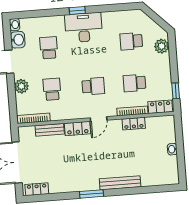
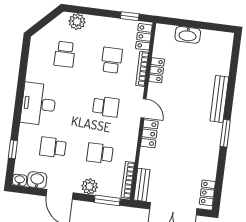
window: (77, 11) -> (13, 149), moved
school desk: (134, 83) -> (112, 60), turned 180
school desk: (93, 86) -> (106, 107), turned 90
window: (13, 104) -> (107, 200), added
bench: (50, 130) -> (142, 185), moved
washbasin: (172, 149) -> (188, 35), width x1.91, depth x1.45

